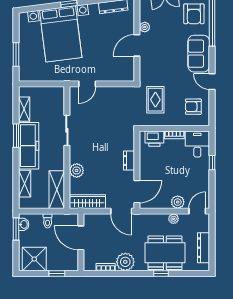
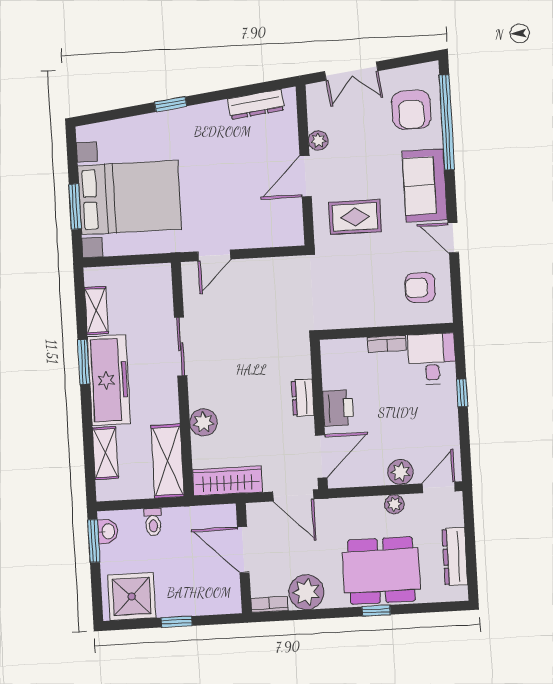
bed with nightstands: (61, 34) -> (130, 197), moved, turned -83
rug: (155, 100) -> (355, 217), moved, turned 90
printer: (154, 139) -> (338, 408), moved, turned -90
door: (81, 238) -> (243, 550), moved
wall: (81, 242) -> (244, 558), moved

